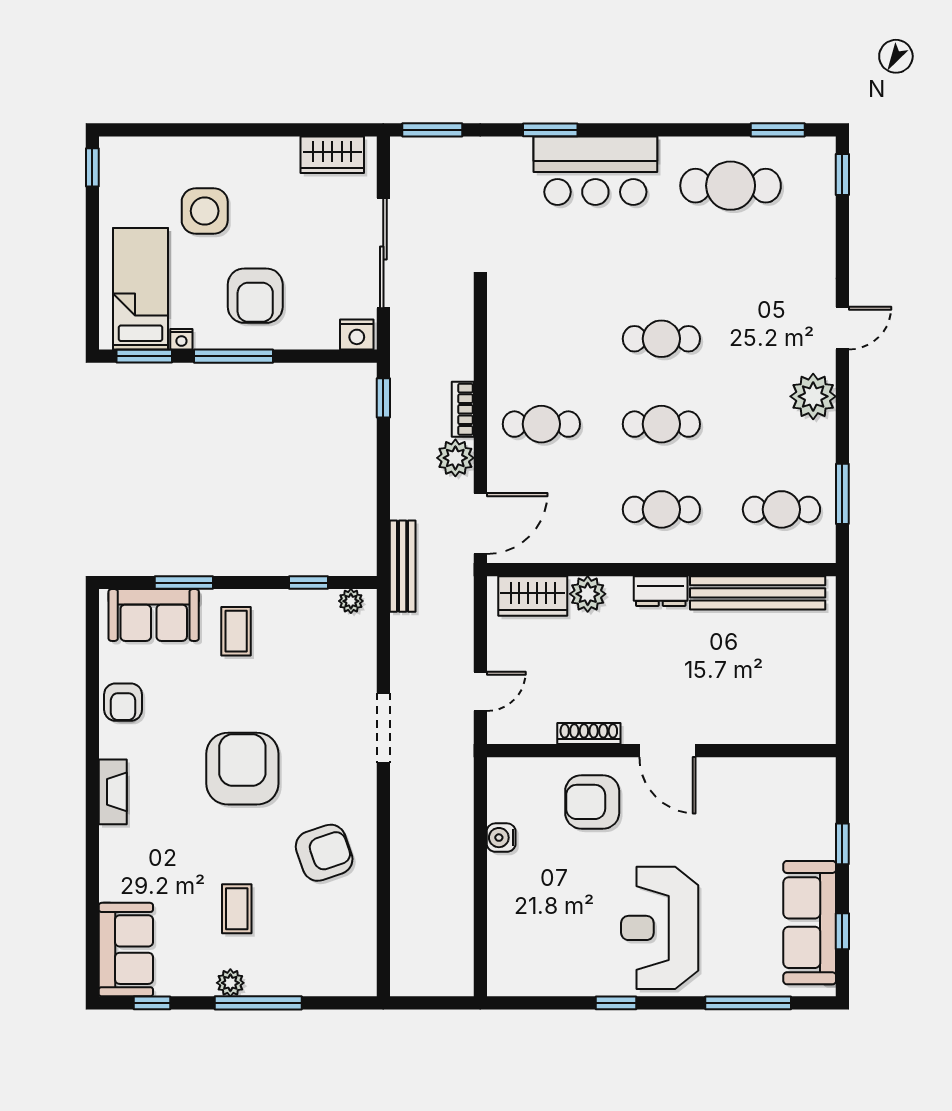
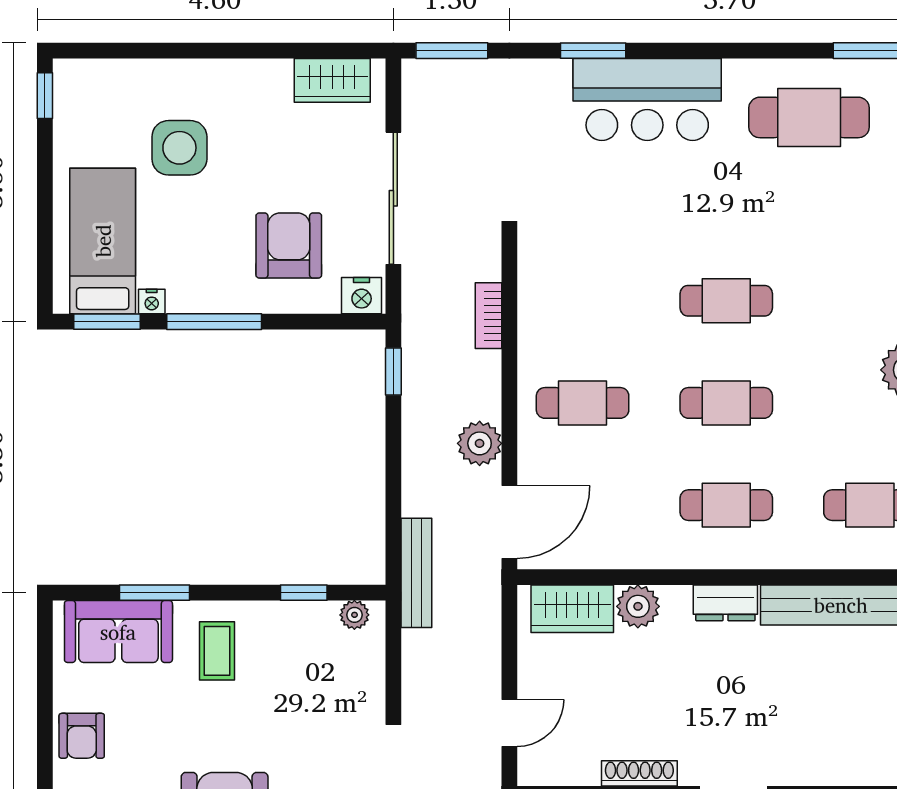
armchair: (255, 296) -> (289, 246), moved, turned 180
bookcase: (463, 409) -> (489, 316), moved

